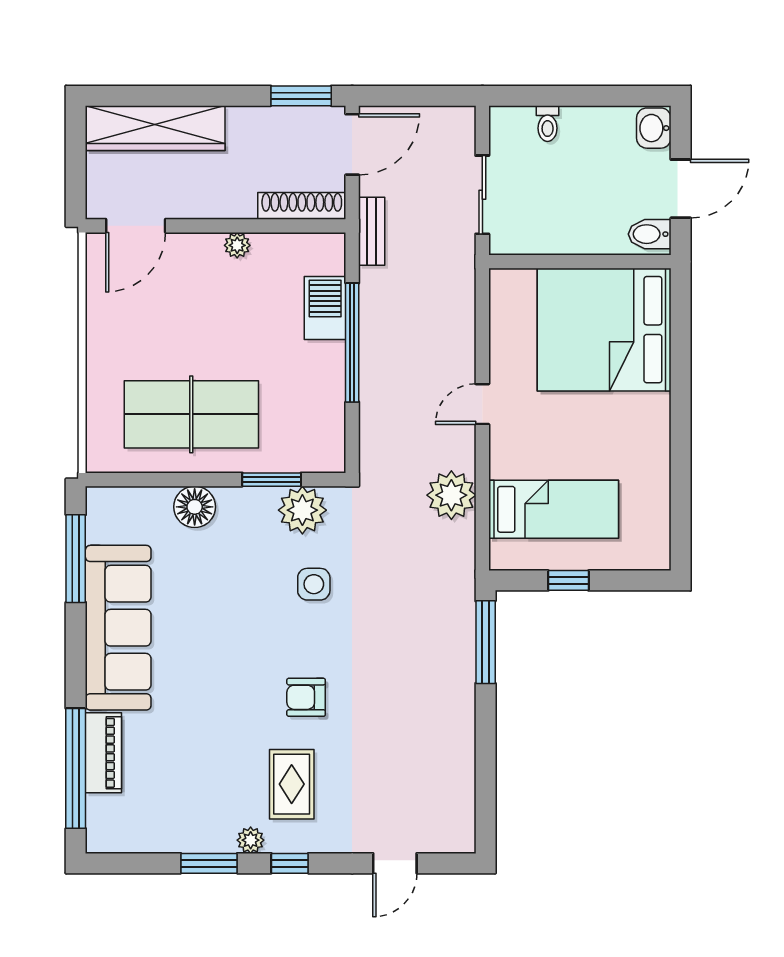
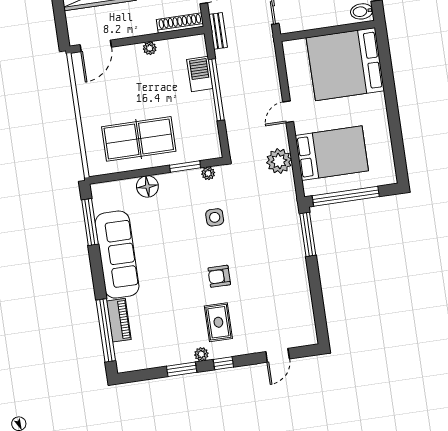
bed: (554, 509) -> (332, 153), width x1.50
plant: (302, 510) -> (208, 173), width x0.53, depth x0.53
window: (568, 580) -> (346, 196), width x3.17

